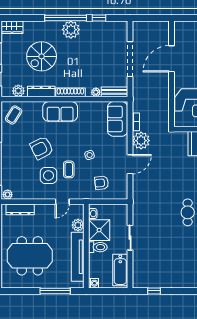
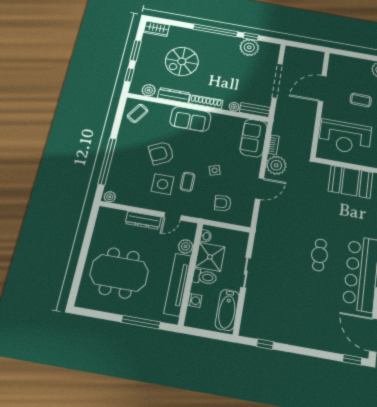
plant: (71, 30) -> (249, 47), moved
dresser: (20, 209) -> (143, 220), moved
washing machine: (93, 283) -> (195, 300), moved

